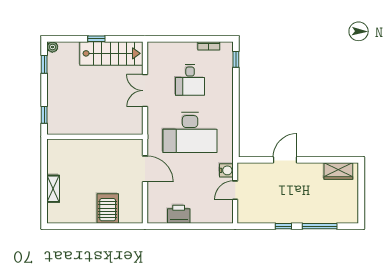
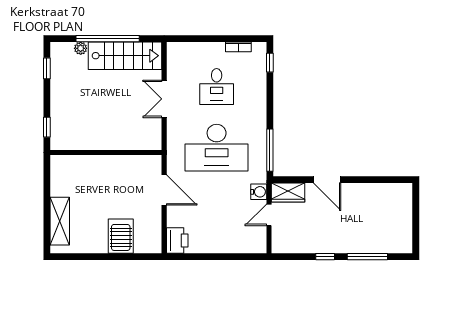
window: (96, 39) -> (108, 39), width x3.17
plant: (52, 47) -> (81, 48), moved
window: (236, 135) -> (270, 150), added
door: (285, 160) -> (327, 180), swing flipped
wardrobe: (338, 171) -> (288, 192), moved
shelving: (53, 189) -> (60, 221), width x1.50, depth x1.33
printer: (179, 214) -> (177, 240), moved, turned 90

